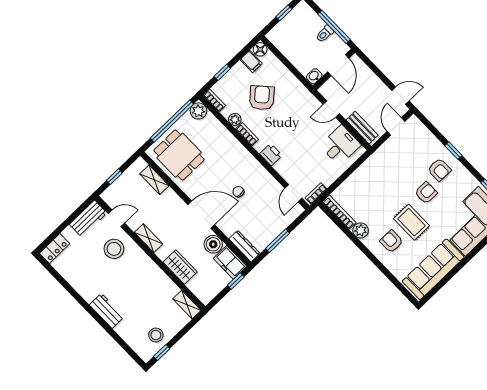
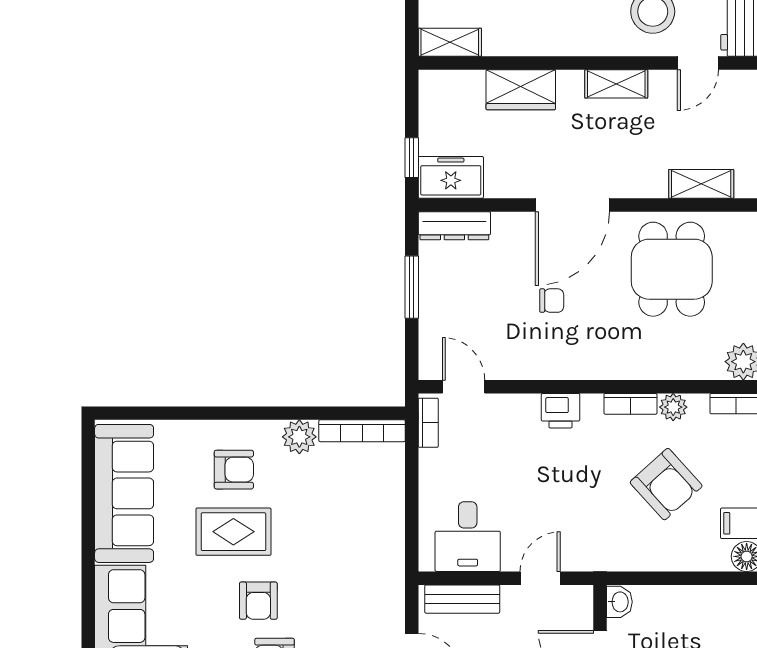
dining table: (179, 155) -> (672, 269), moved, turned 90
boiler: (213, 244) -> (506, 178), removed

